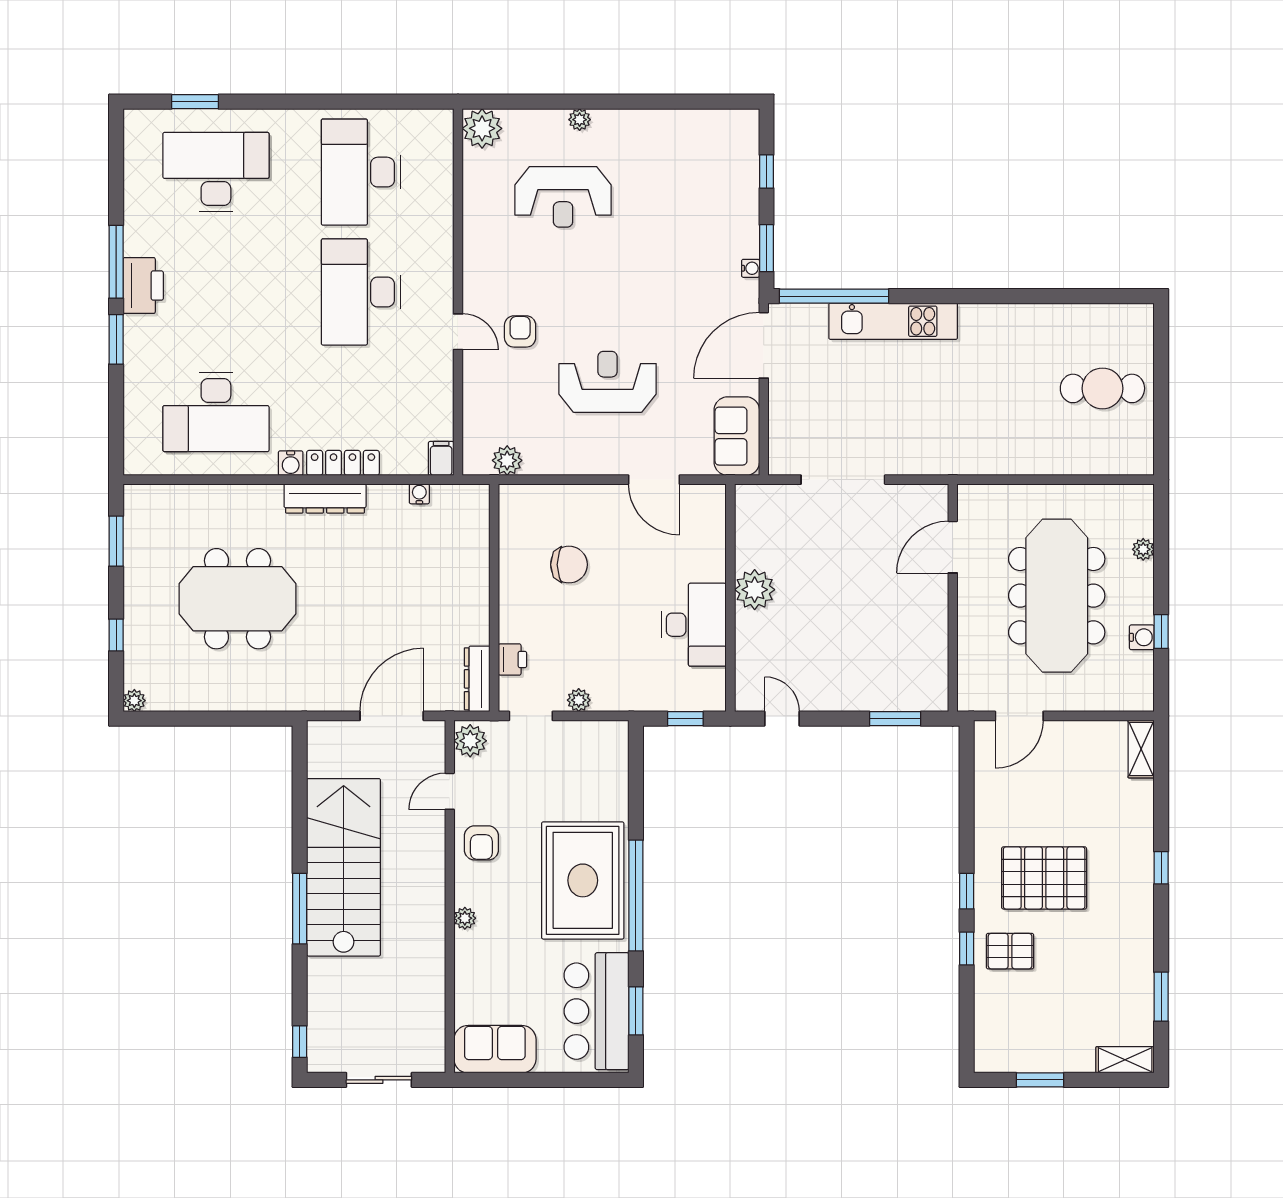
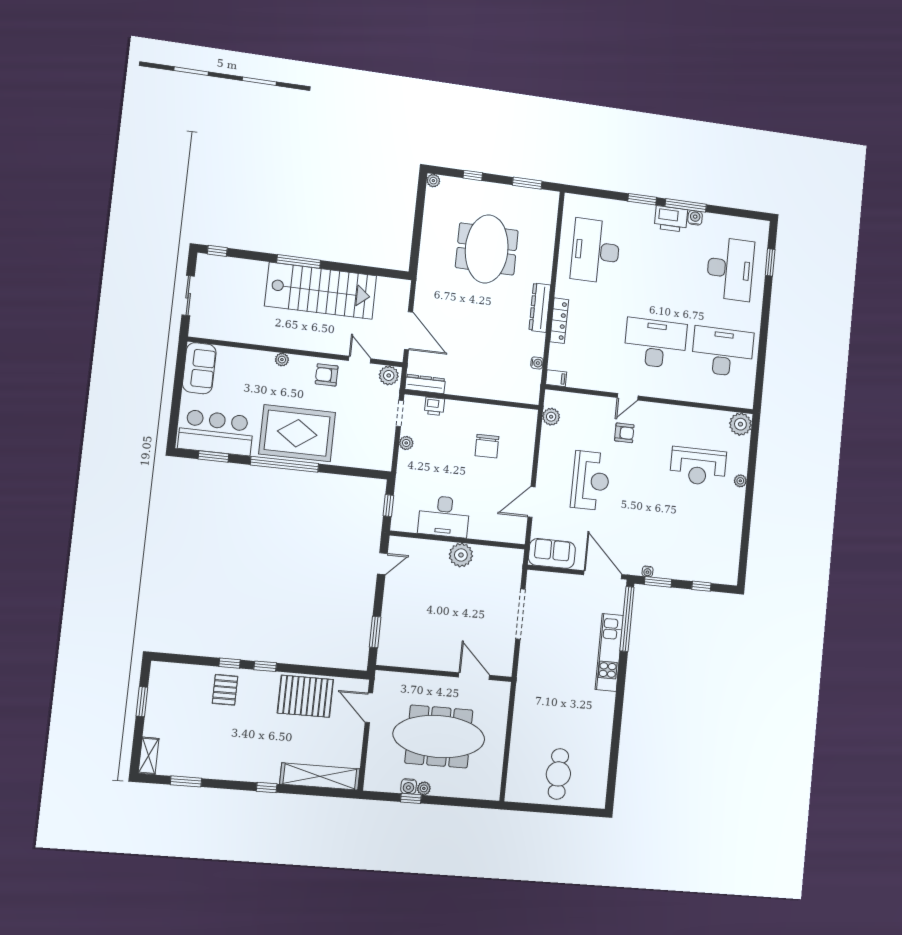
reception desk: (563, 197) -> (698, 466), turned -90
water cooler: (291, 463) -> (695, 218), moved, turned 90
plant: (1143, 549) -> (424, 788), moved
shelving: (1141, 749) -> (320, 776), width x2.20, depth x1.33
pallet: (1044, 878) -> (305, 696), moved, turned 90

